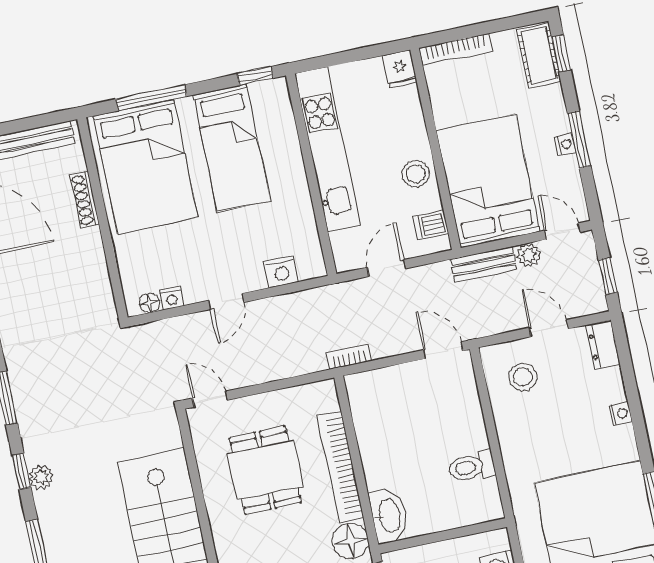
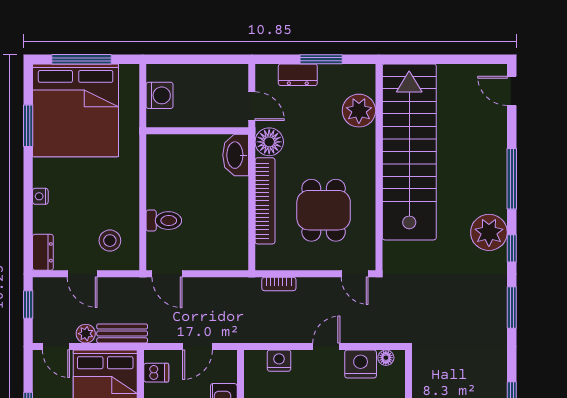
nightstand: (172, 298) -> (361, 364), width x1.89, depth x1.79
bookcase: (349, 357) -> (279, 284), moved
toilet: (472, 467) -> (164, 221), moved
plant: (41, 477) -> (489, 232), width x1.87, depth x1.87

